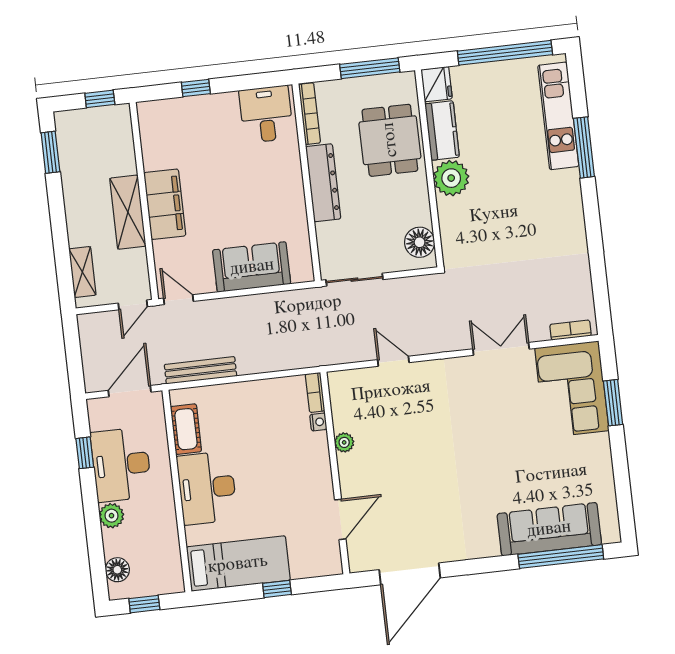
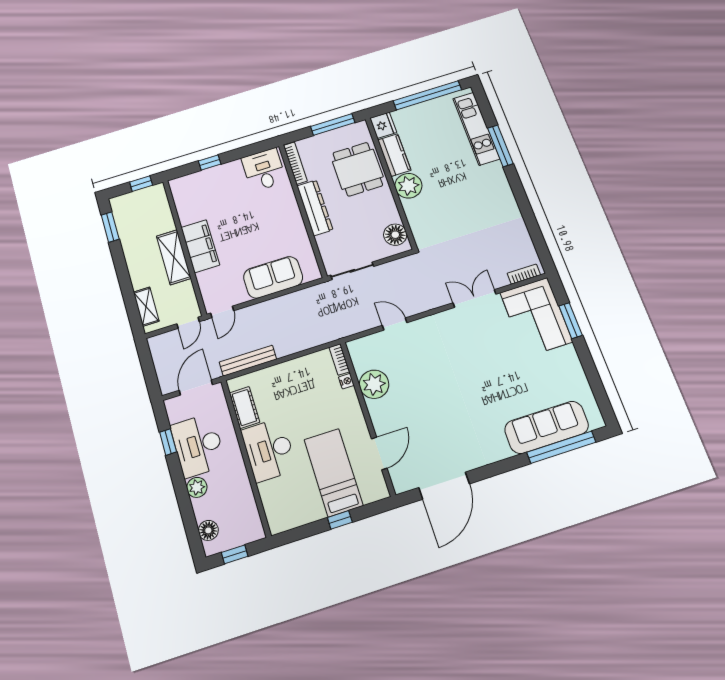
door: (179, 300) -> (222, 312), swing flipped
plant: (344, 442) -> (374, 384), width x1.88, depth x1.88
bed: (238, 564) -> (333, 472), moved, turned -90

